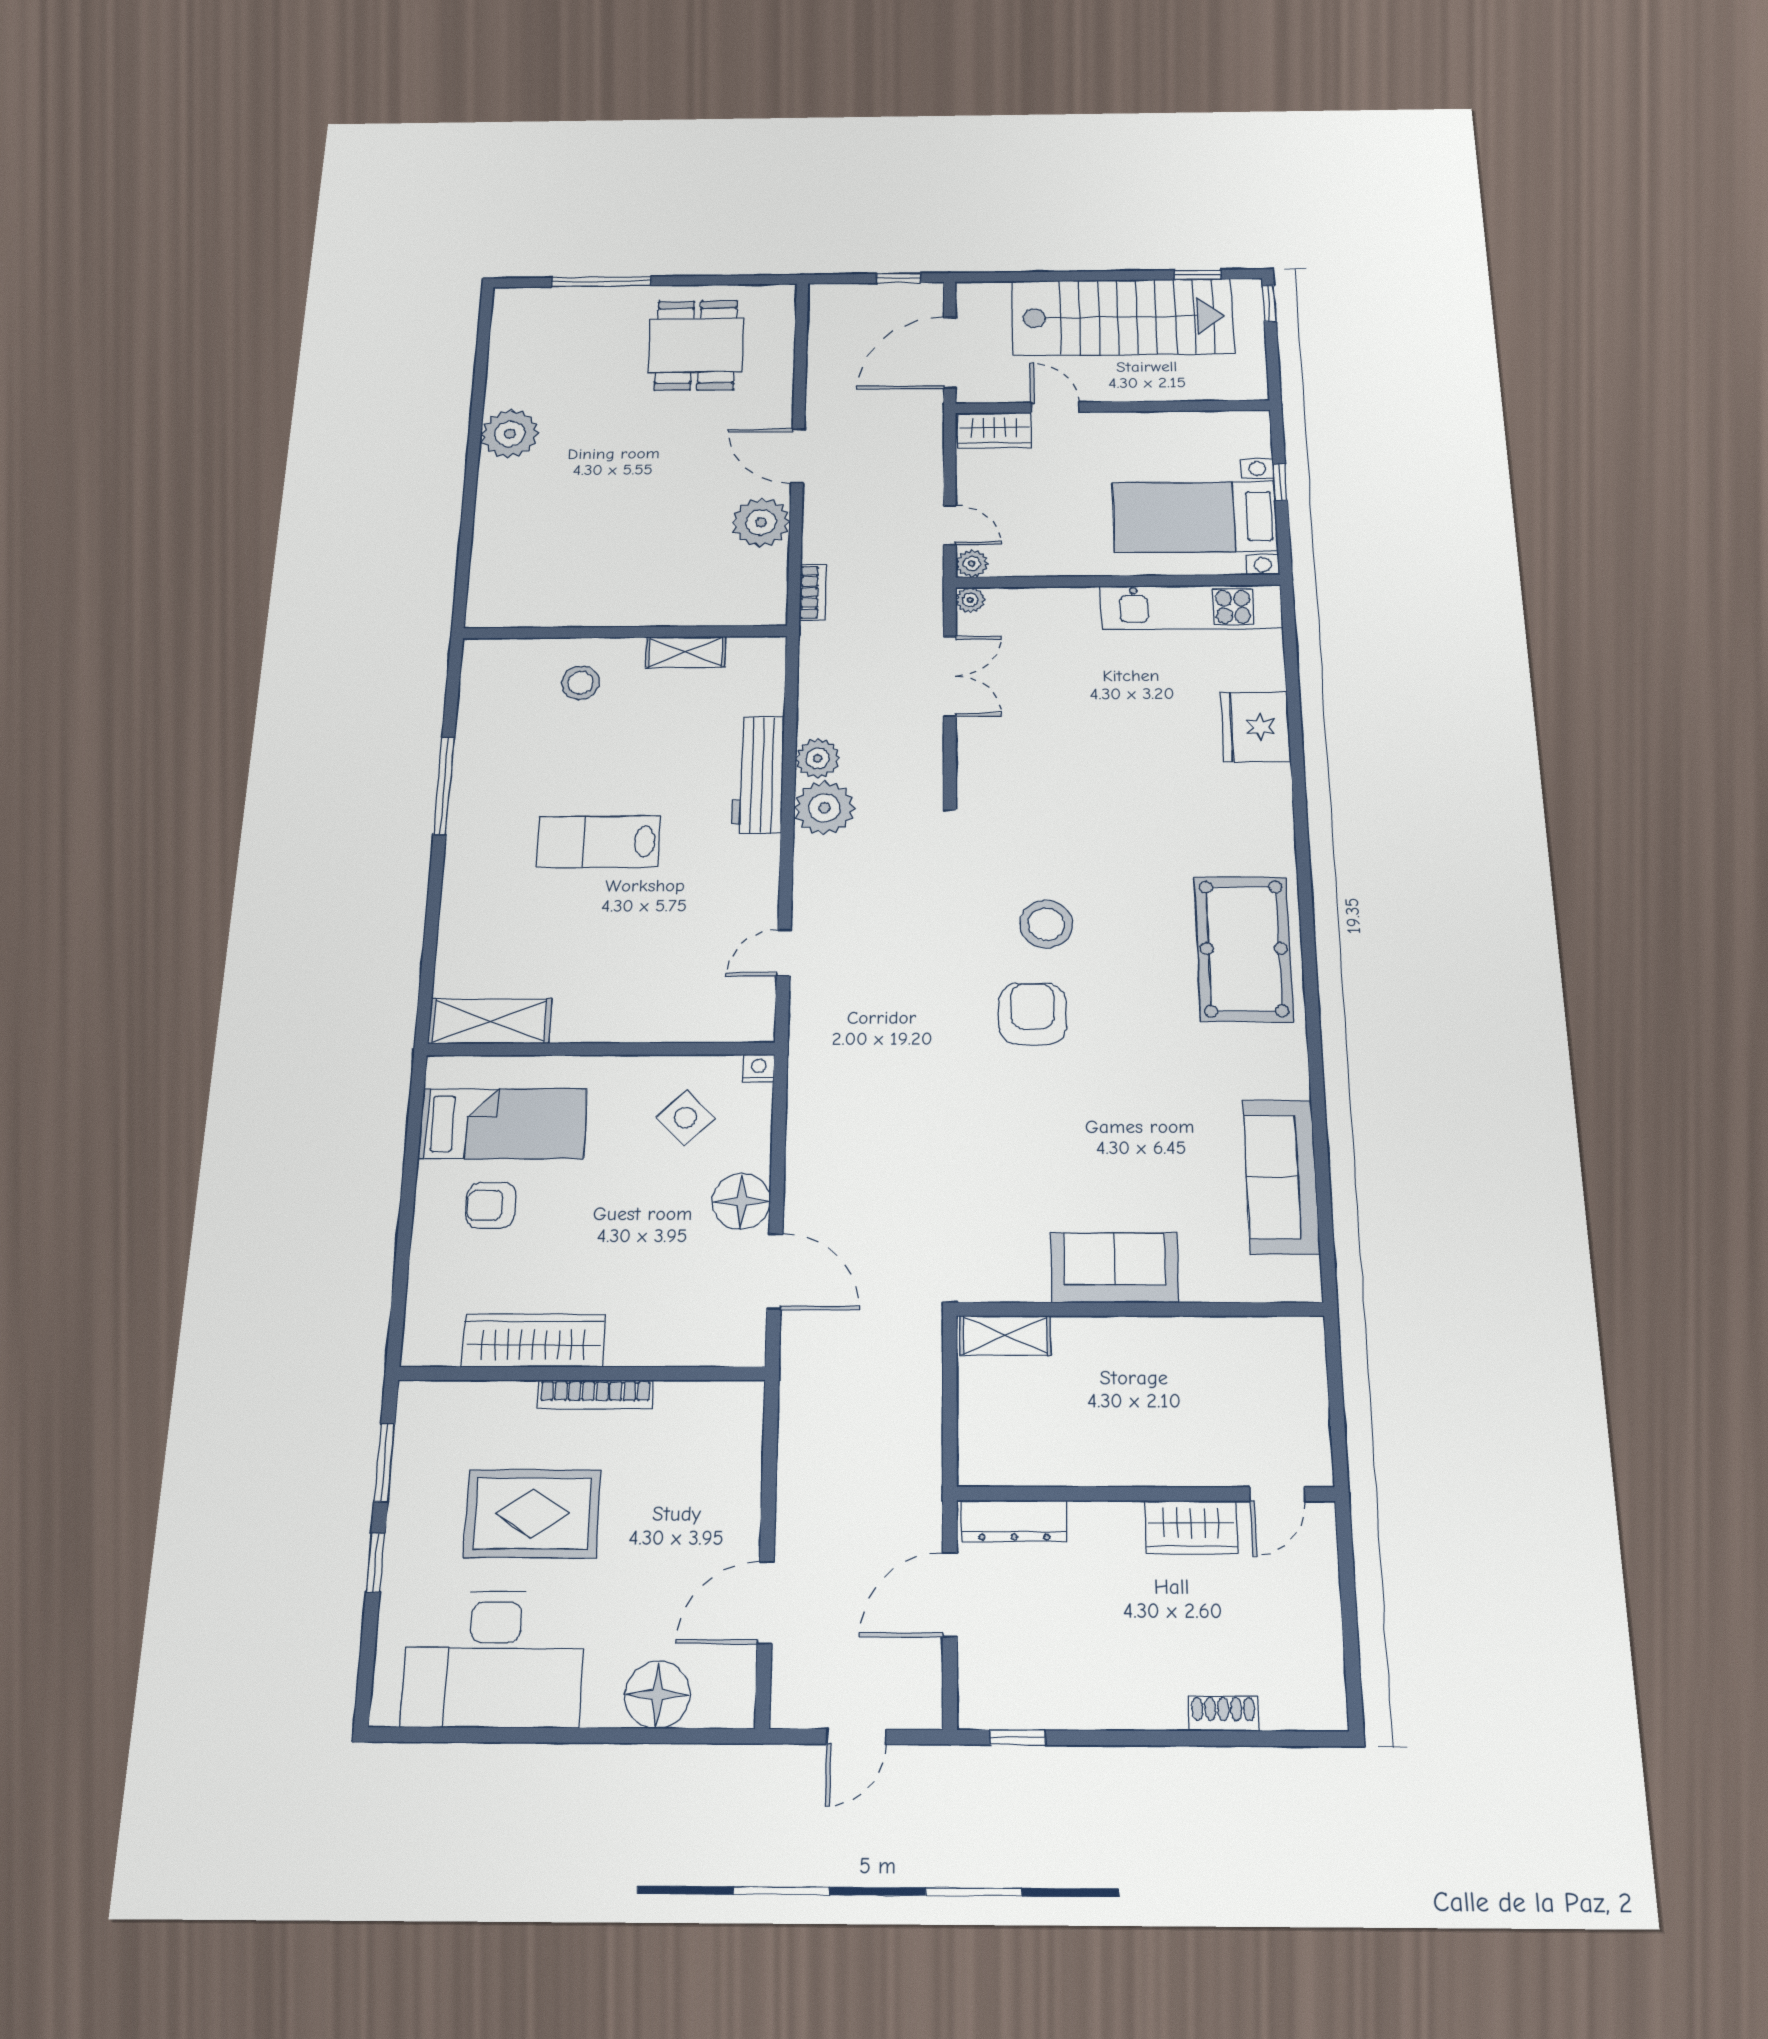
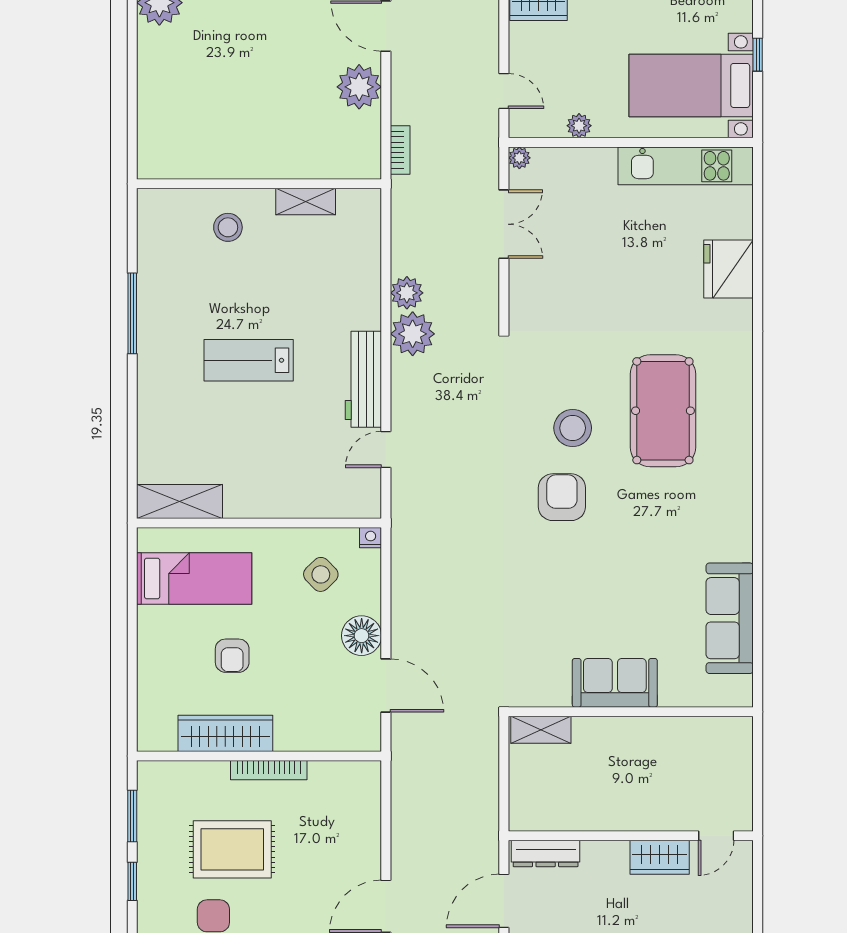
plant: (972, 564) -> (579, 126), moved
workbench: (758, 775) -> (363, 379), moved
pool table: (1244, 948) -> (663, 411), moved
armchair: (491, 1205) -> (232, 656), moved, turned -90

